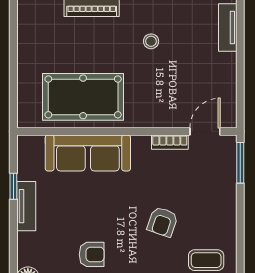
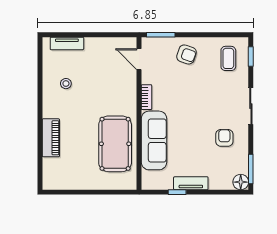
stool: (151, 41) -> (66, 84), moved
bookcase: (170, 142) -> (146, 97), moved
armchair: (163, 222) -> (187, 54), moved

